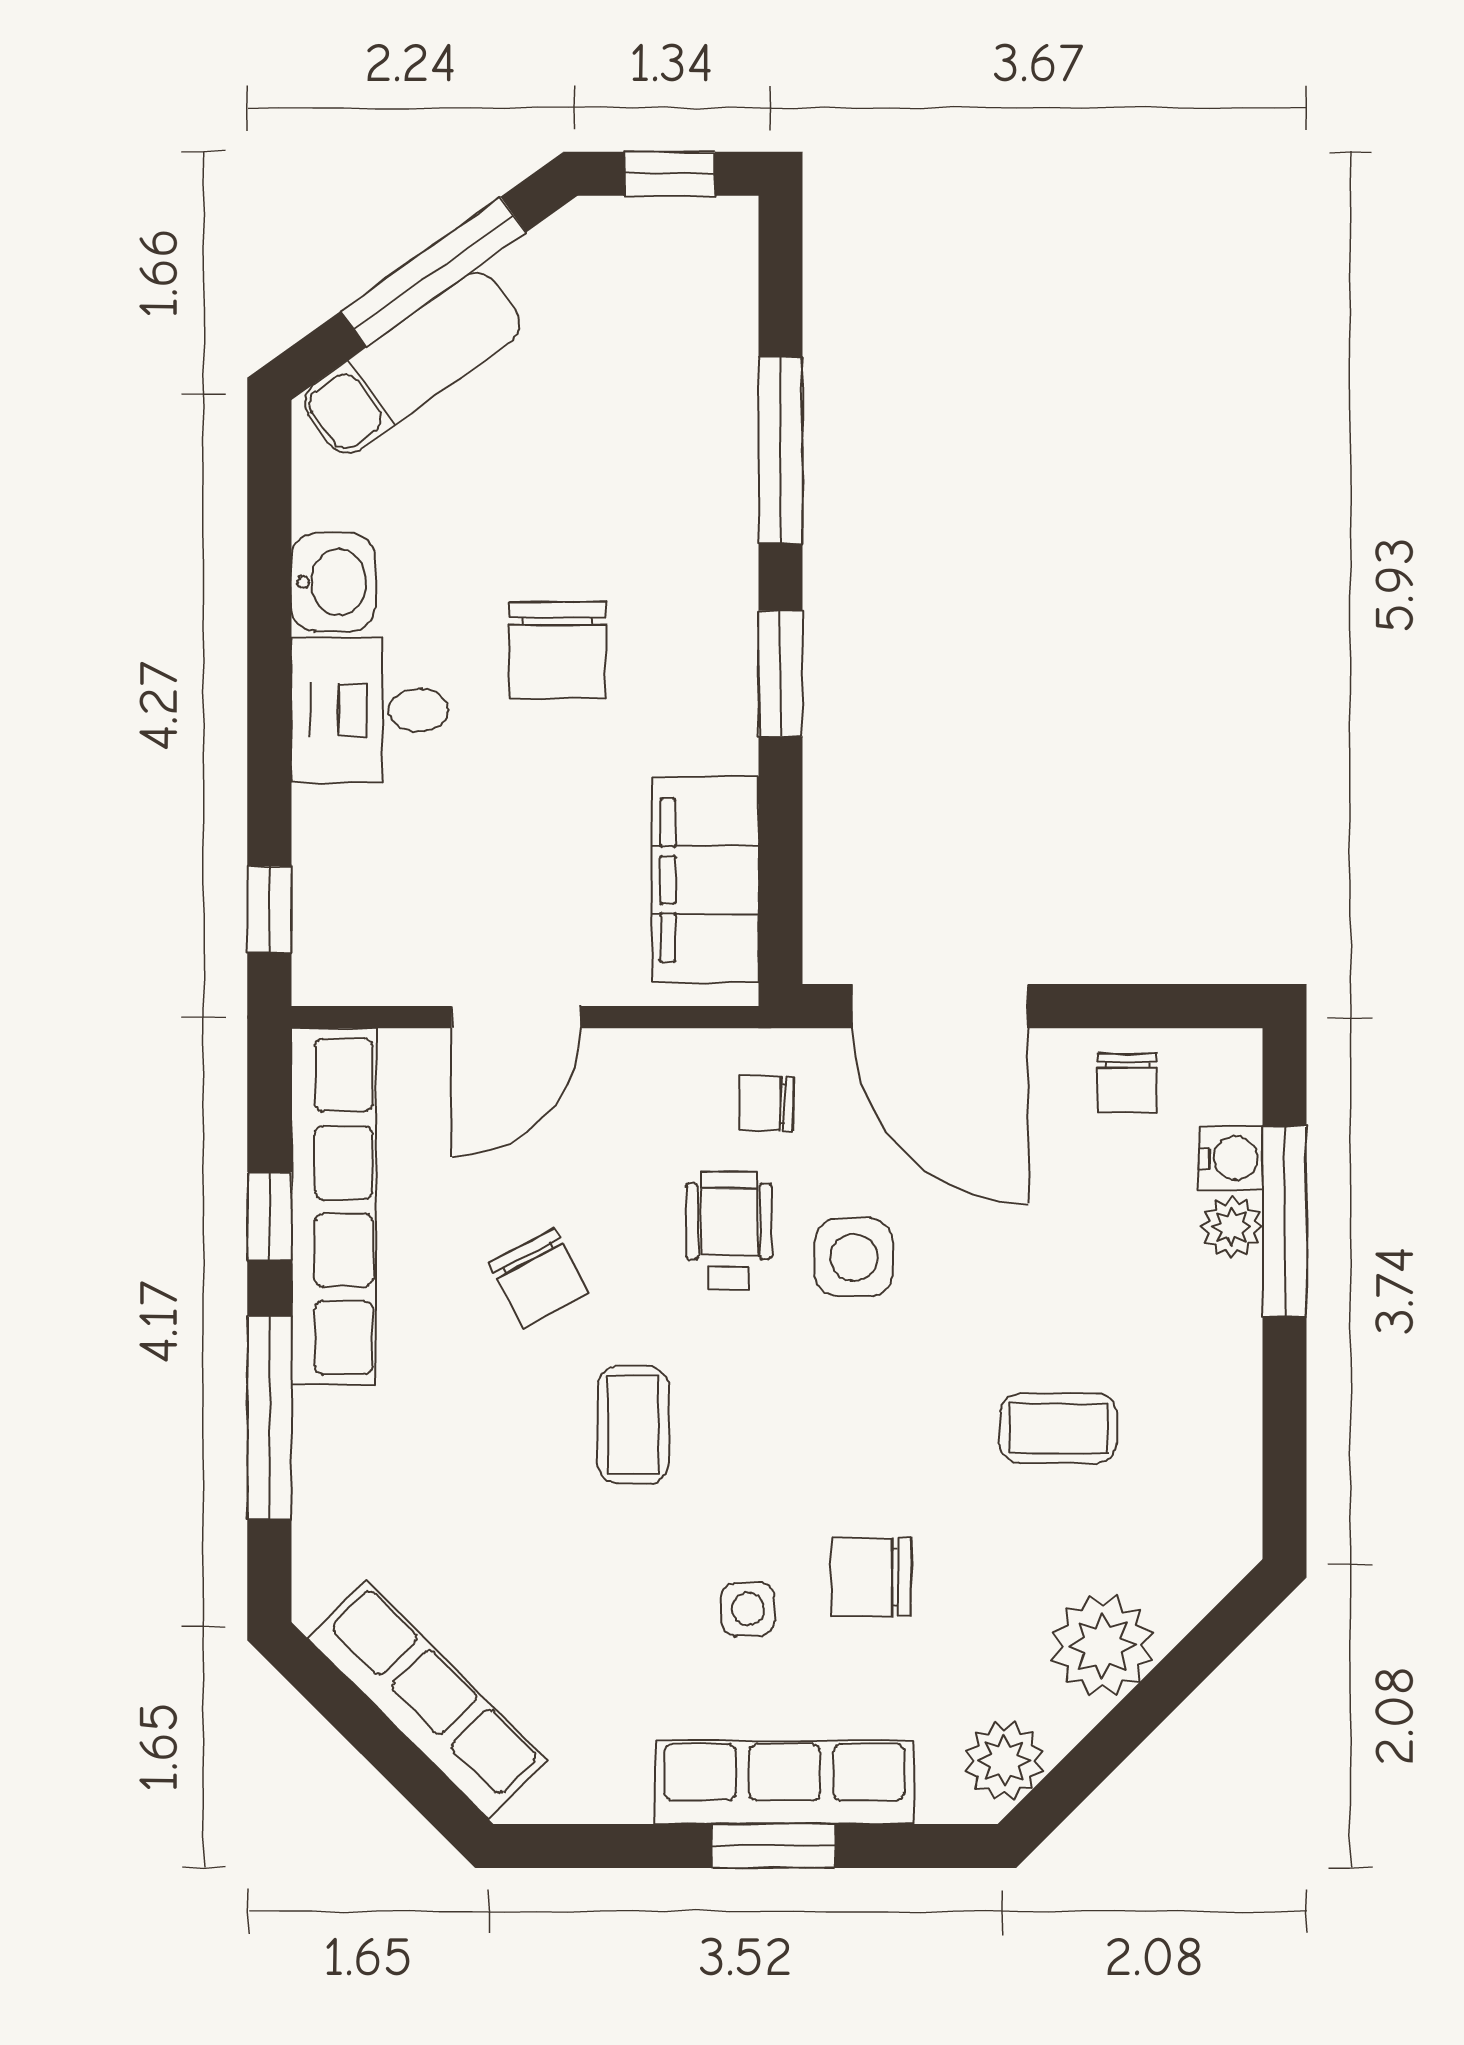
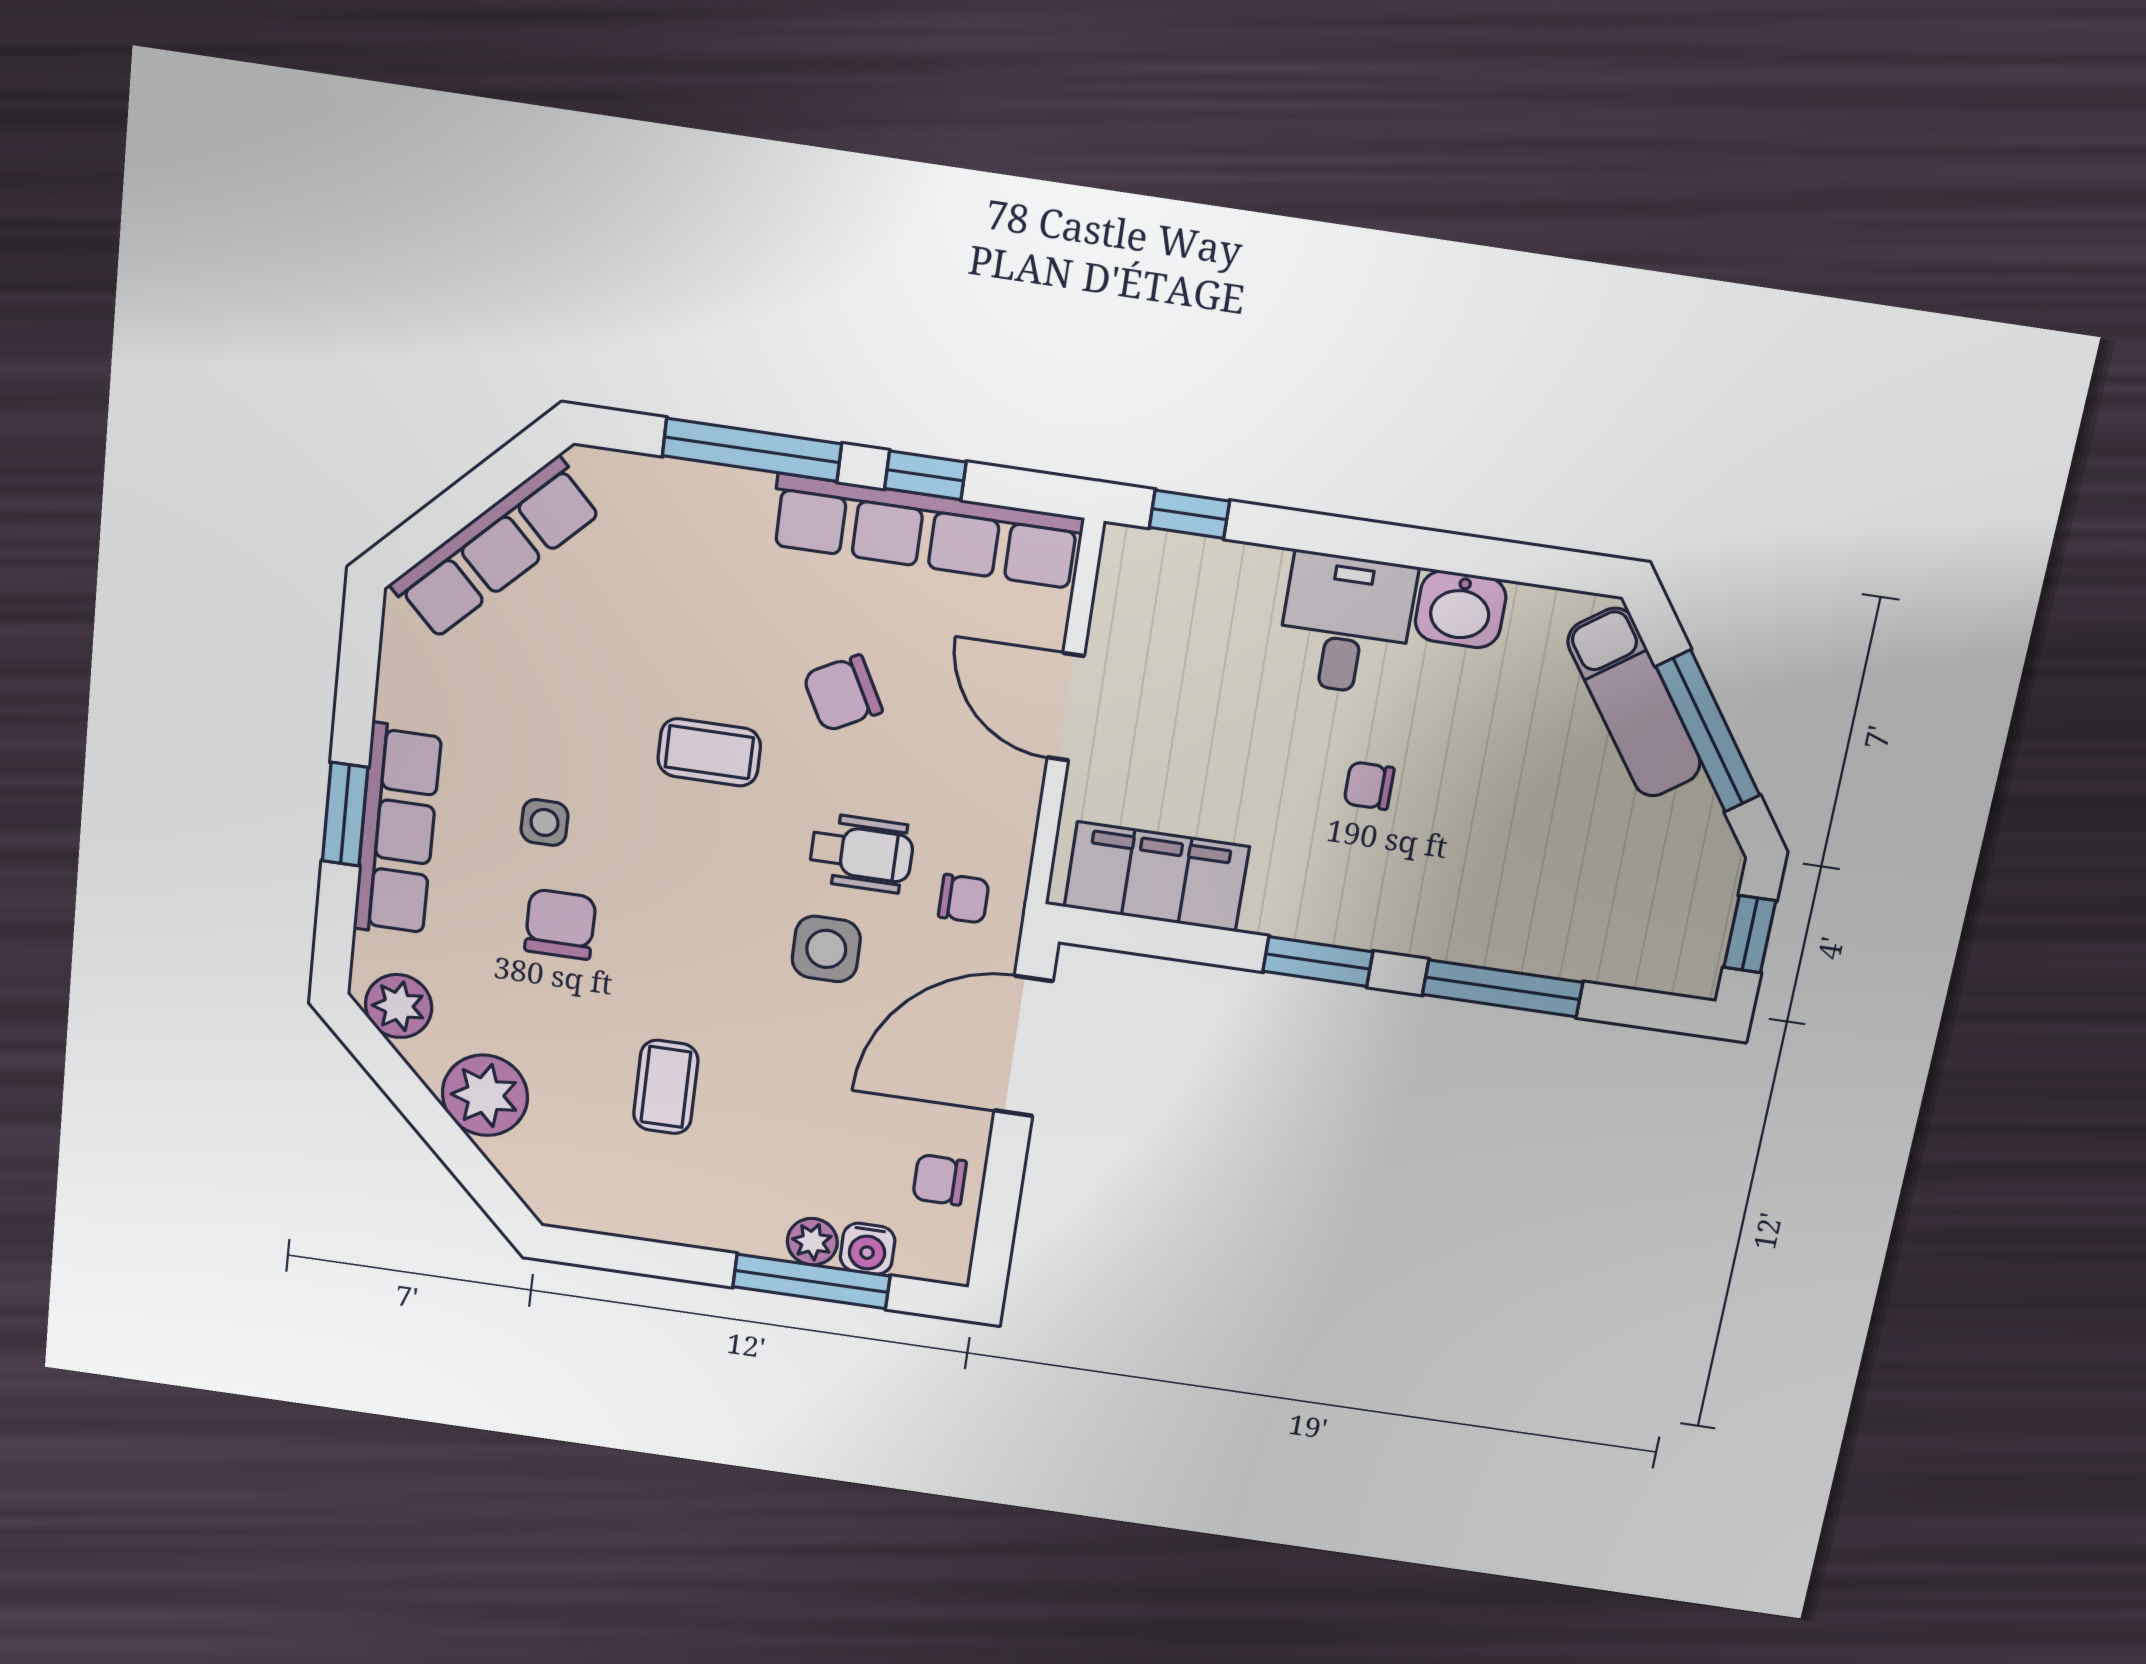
chair: (557, 650) -> (1369, 786), width x0.54, depth x0.54
chair: (767, 1103) -> (964, 899), turned 88

